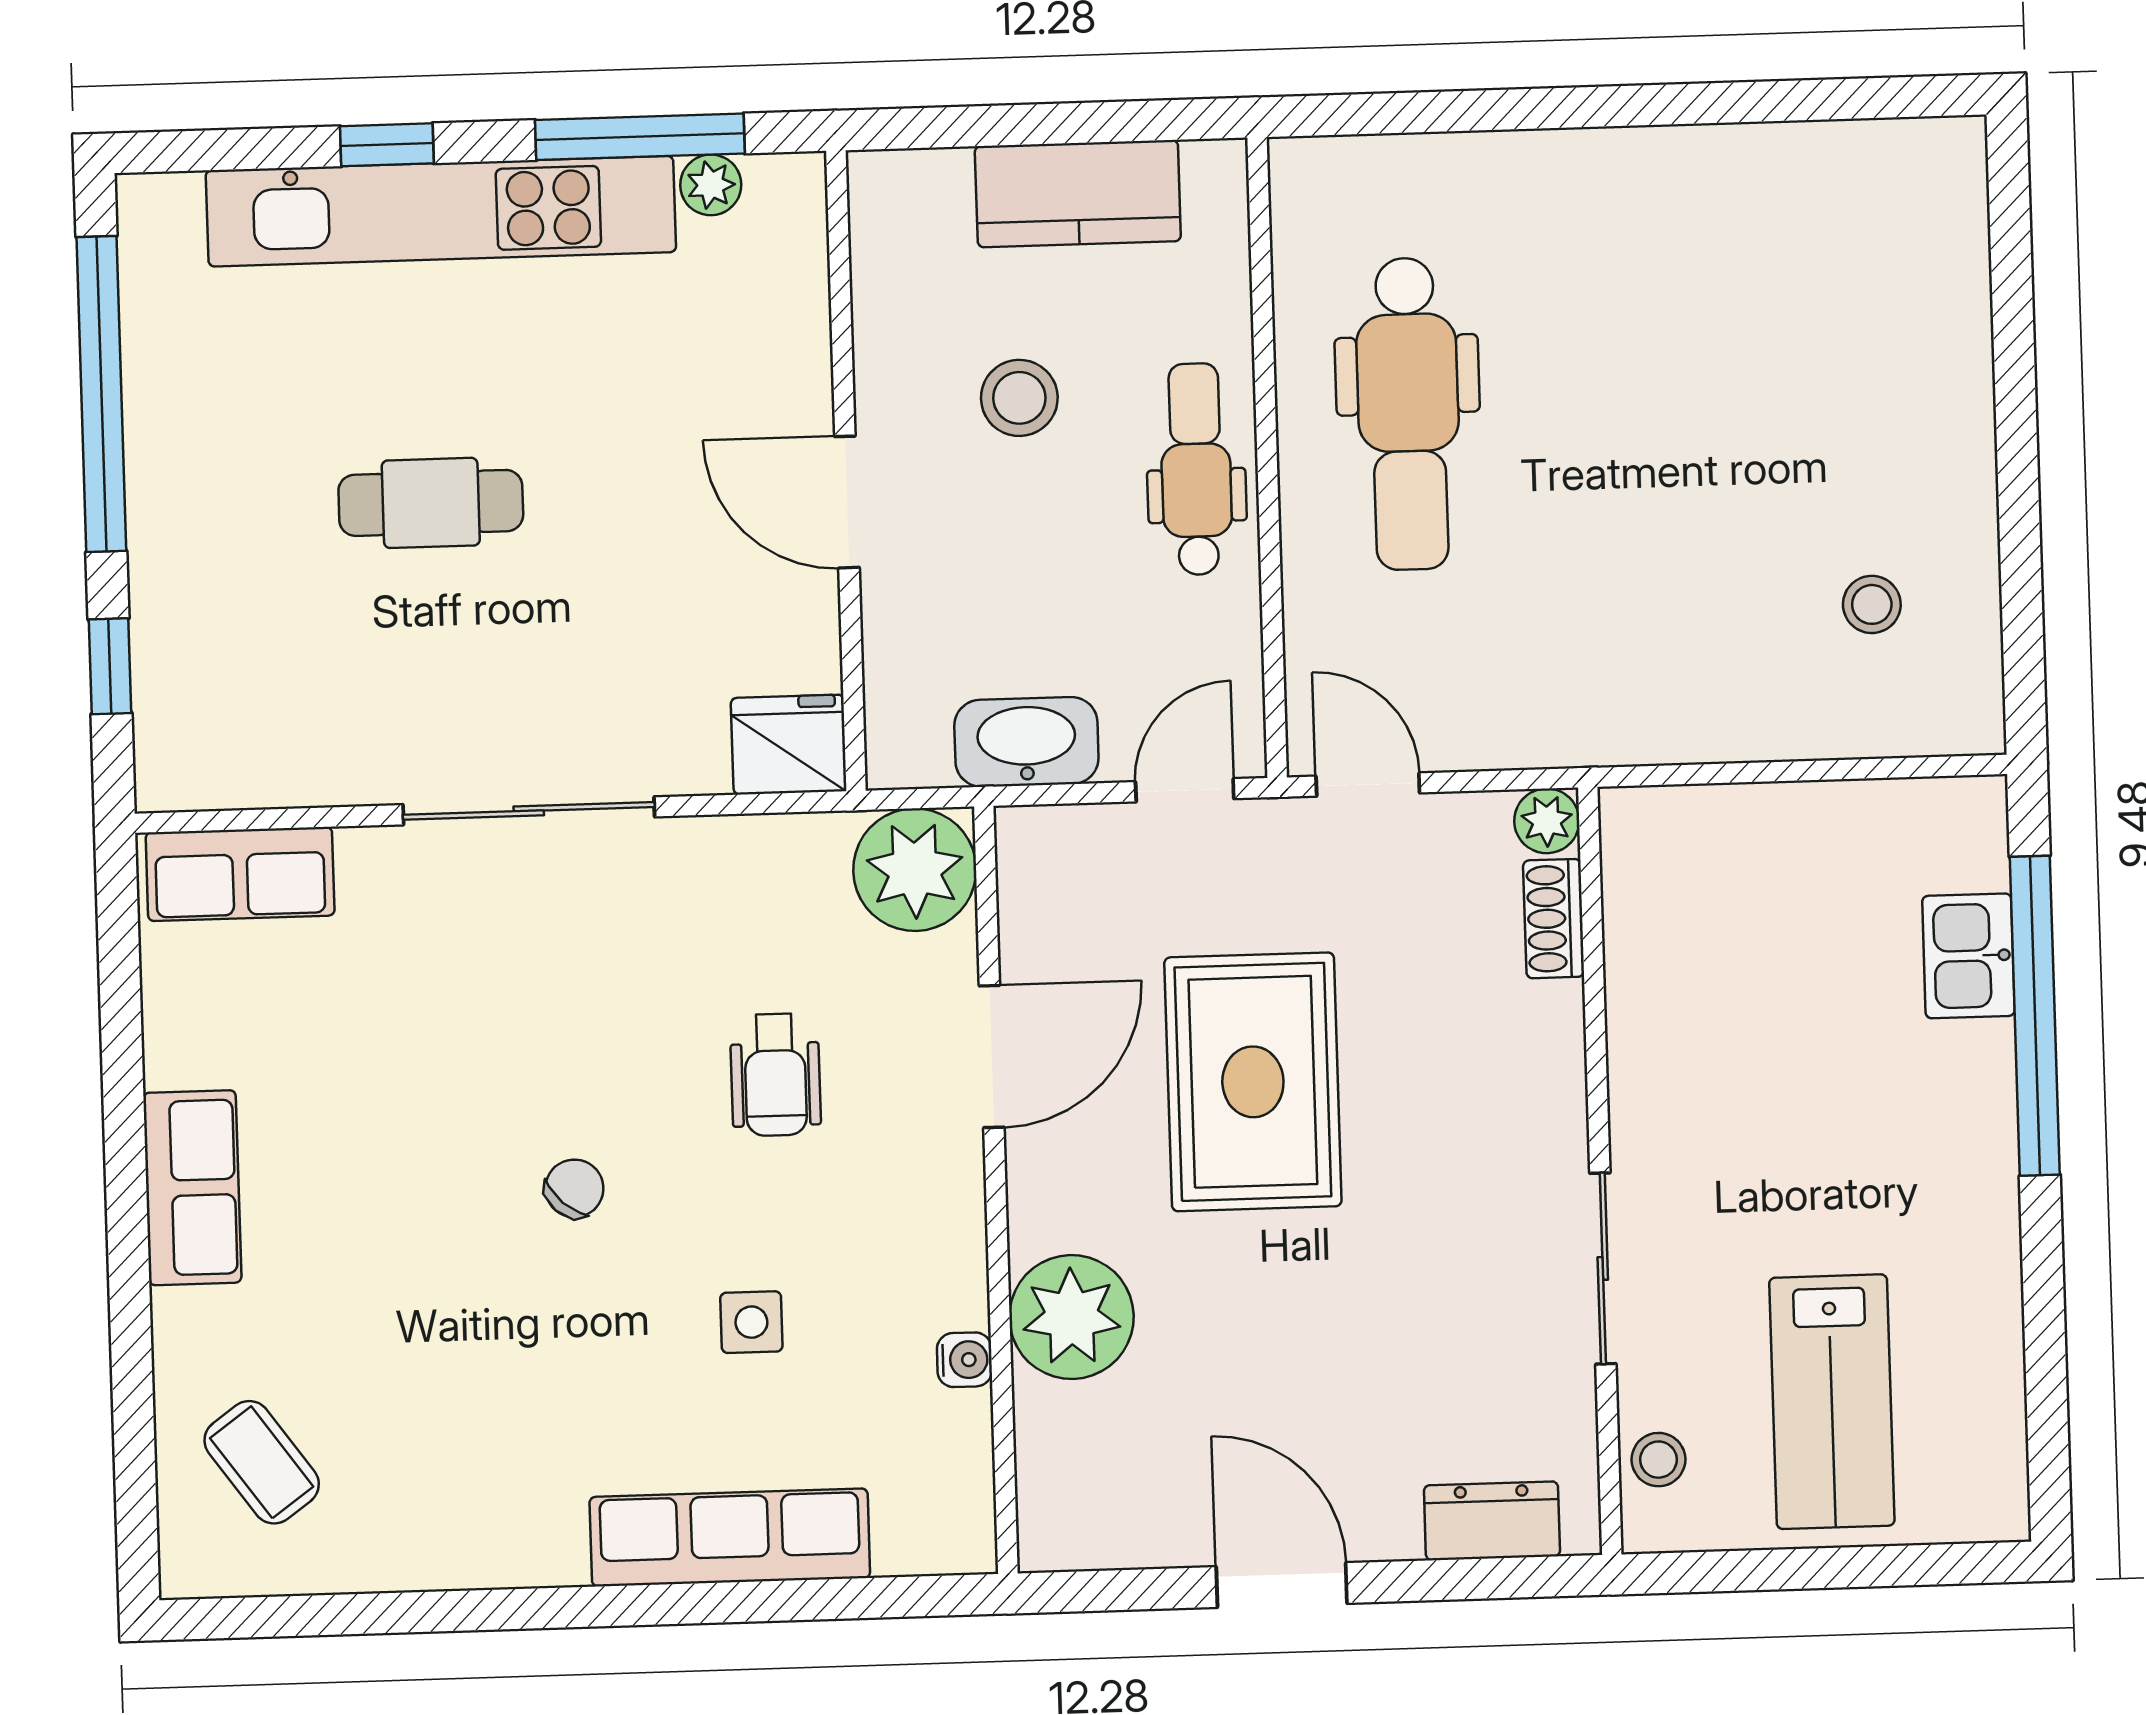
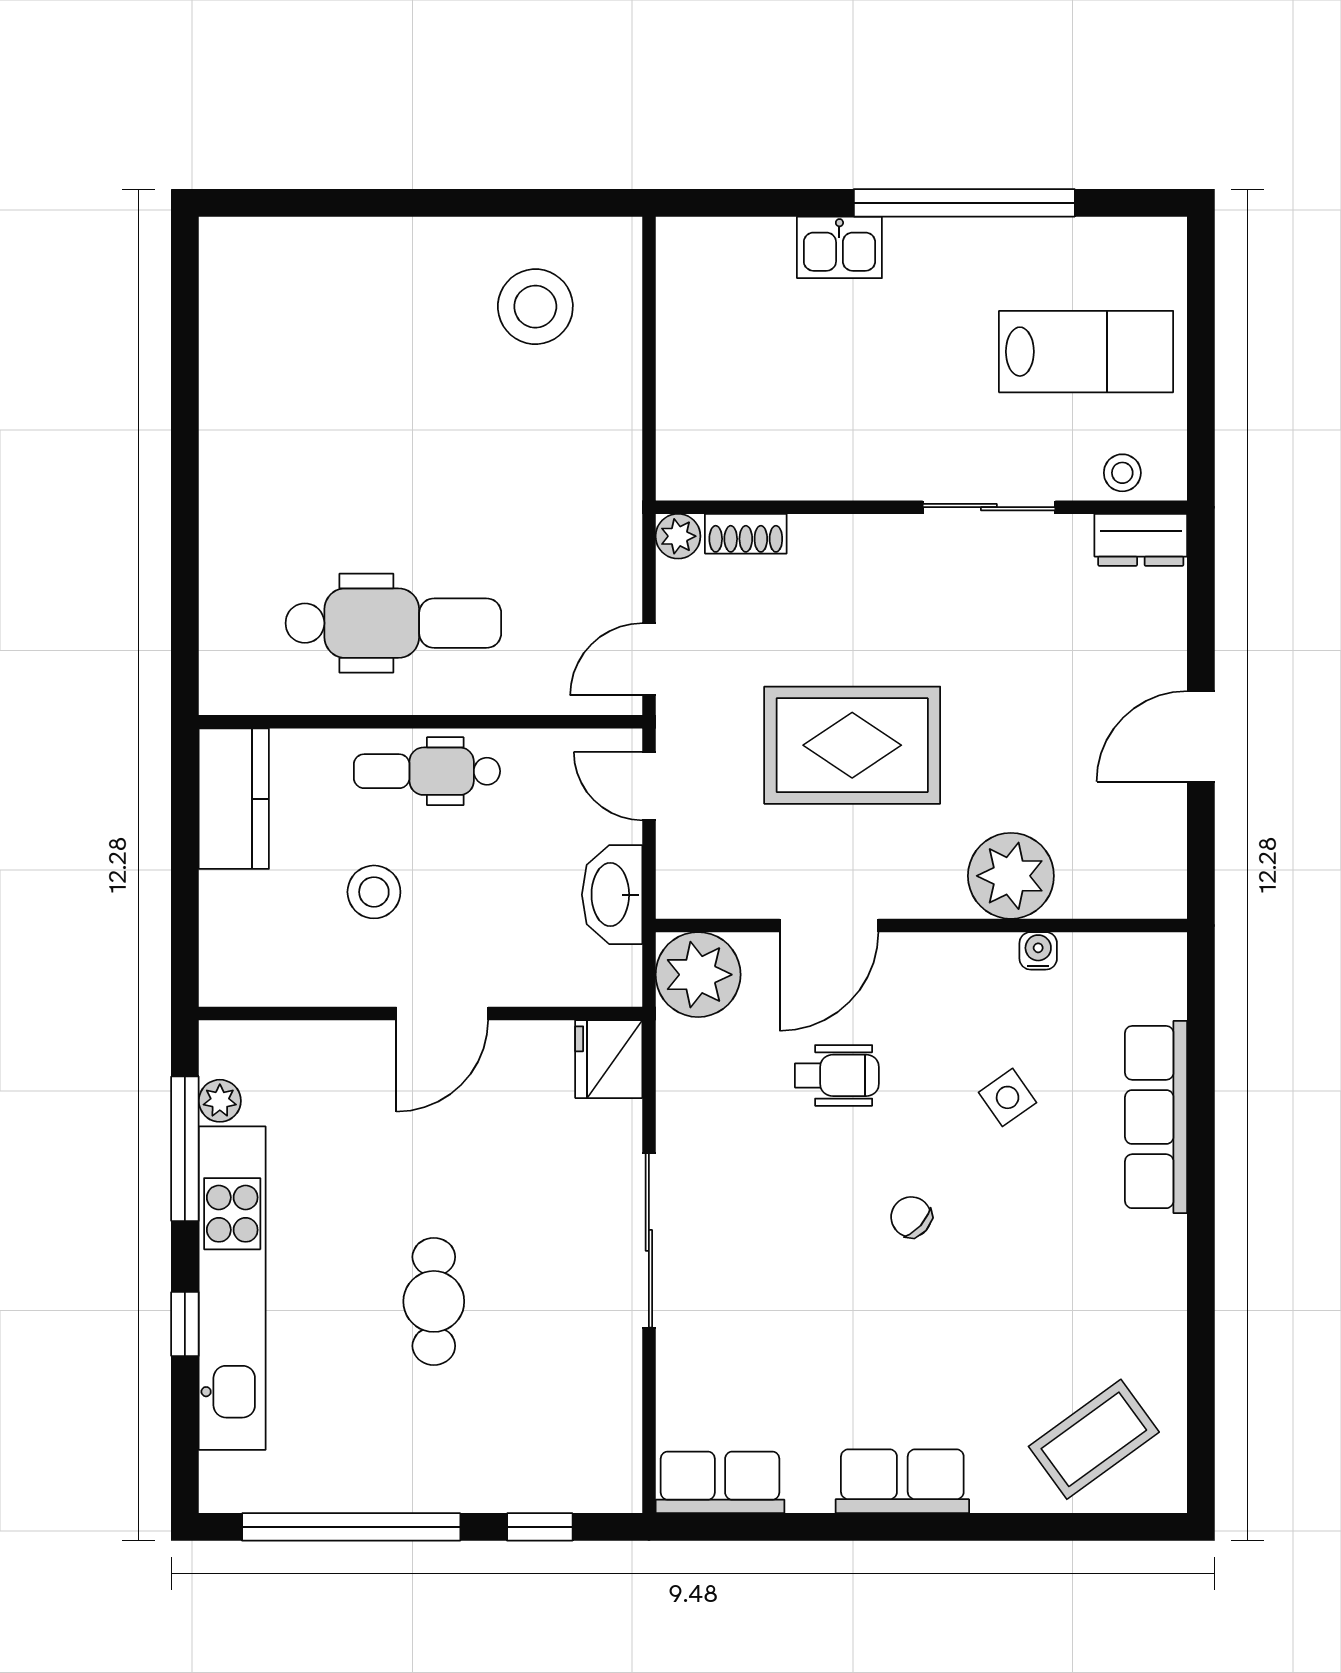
kitchen counter: (1078, 194) -> (234, 799), moved
stool: (1872, 604) -> (535, 307), width x1.89, depth x1.89
row of seats: (240, 874) -> (720, 1482), moved, turned -90
kitchen sink: (1968, 956) -> (839, 247), moved
window: (2035, 1016) -> (964, 203), moved
door: (992, 1057) -> (829, 925), swing flipped
side table: (751, 1322) -> (1008, 1097), turned -35
coffee table: (262, 1462) -> (1094, 1439), width x1.36, depth x1.30
dresser: (1492, 1521) -> (1141, 540), moved, turned -90

